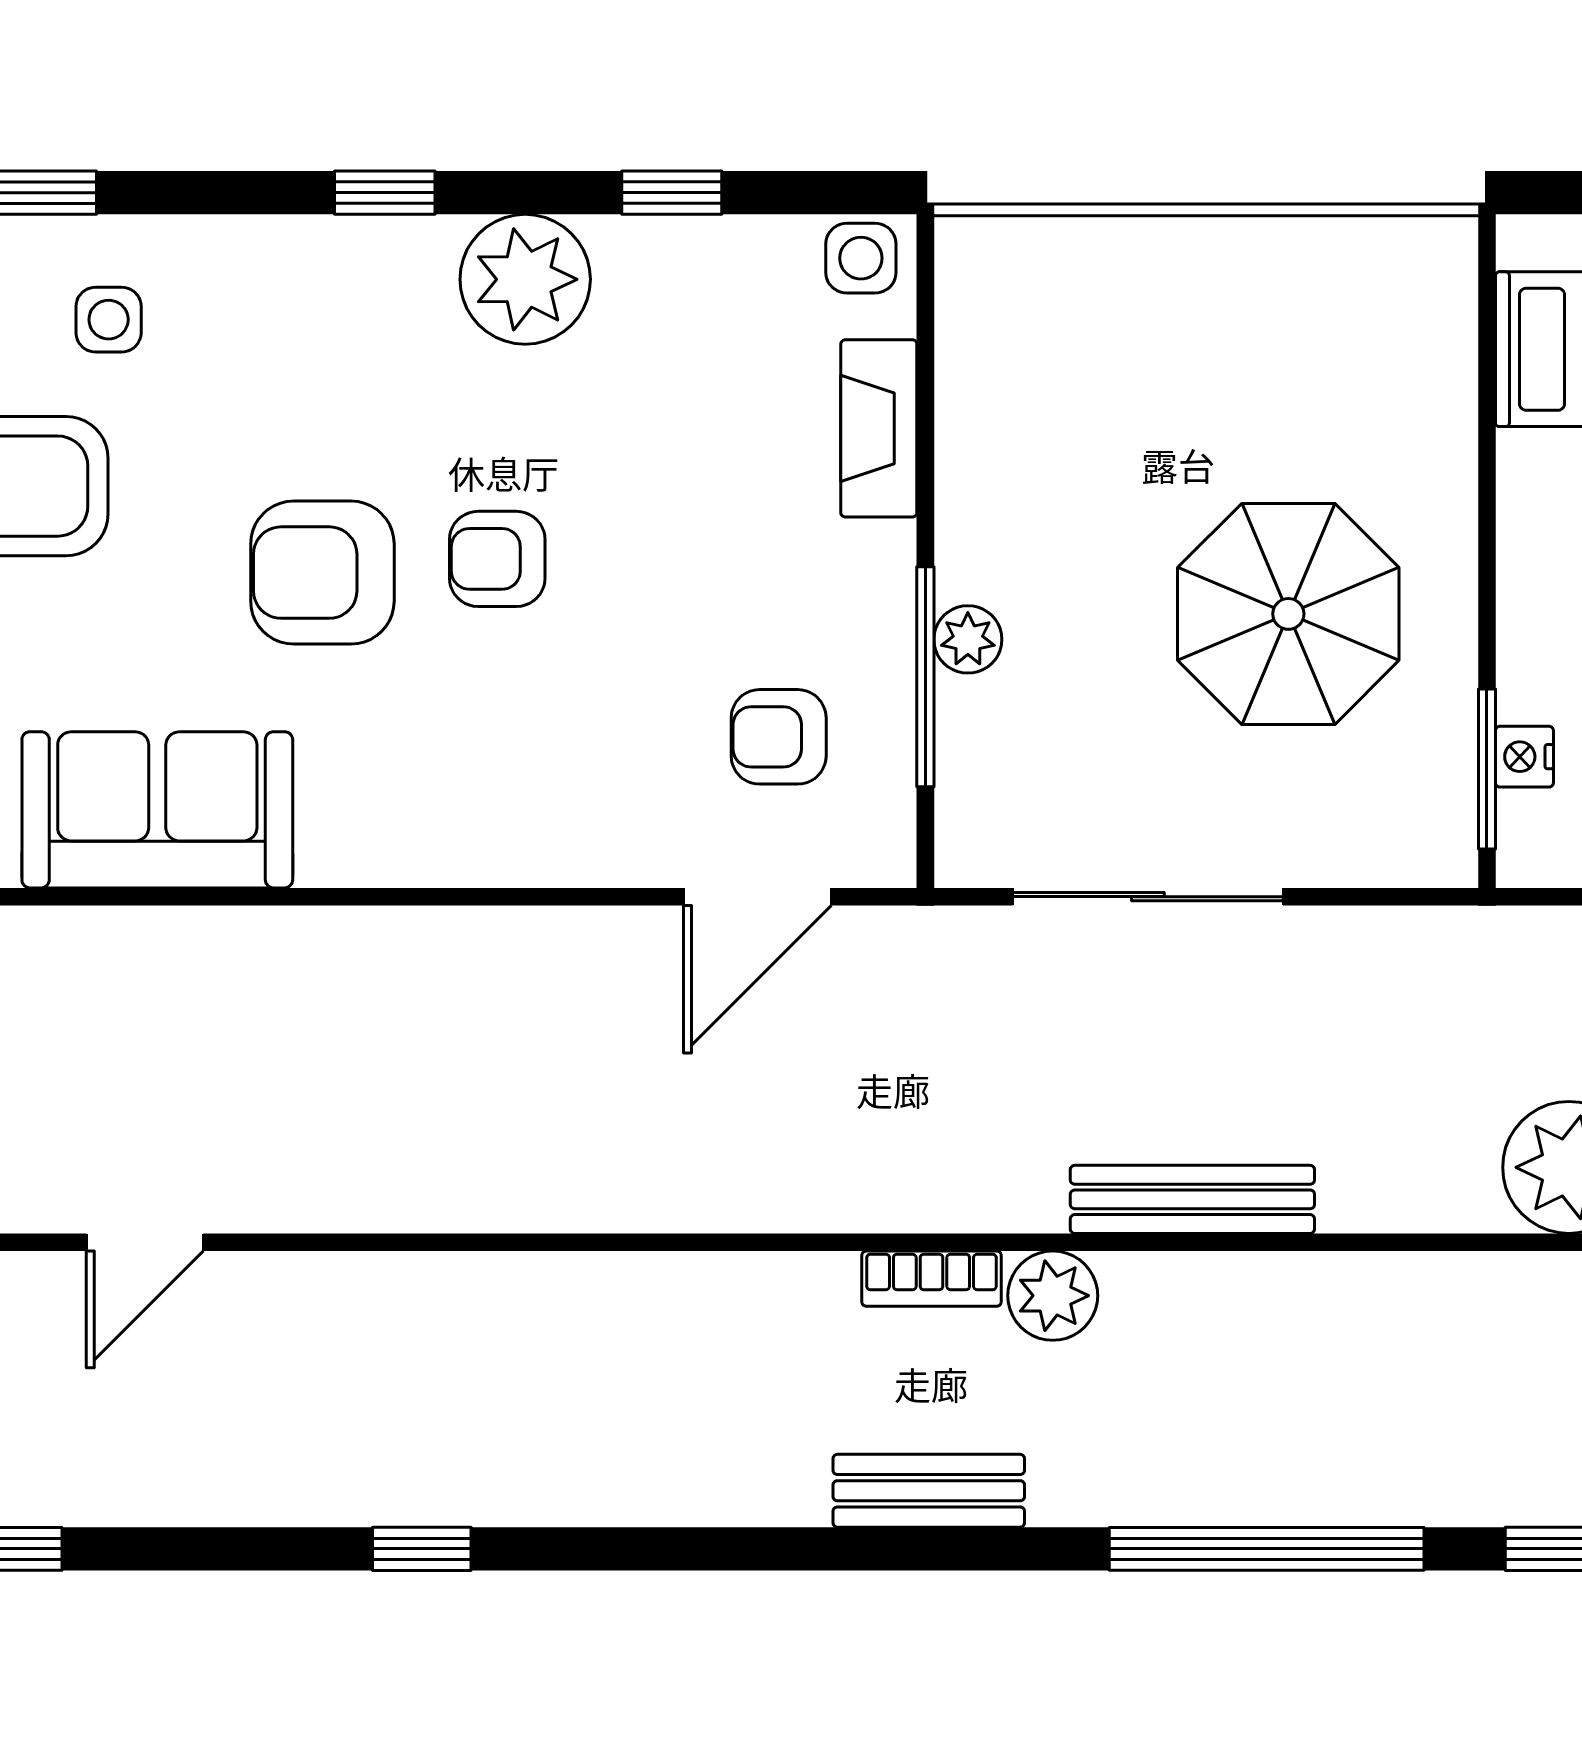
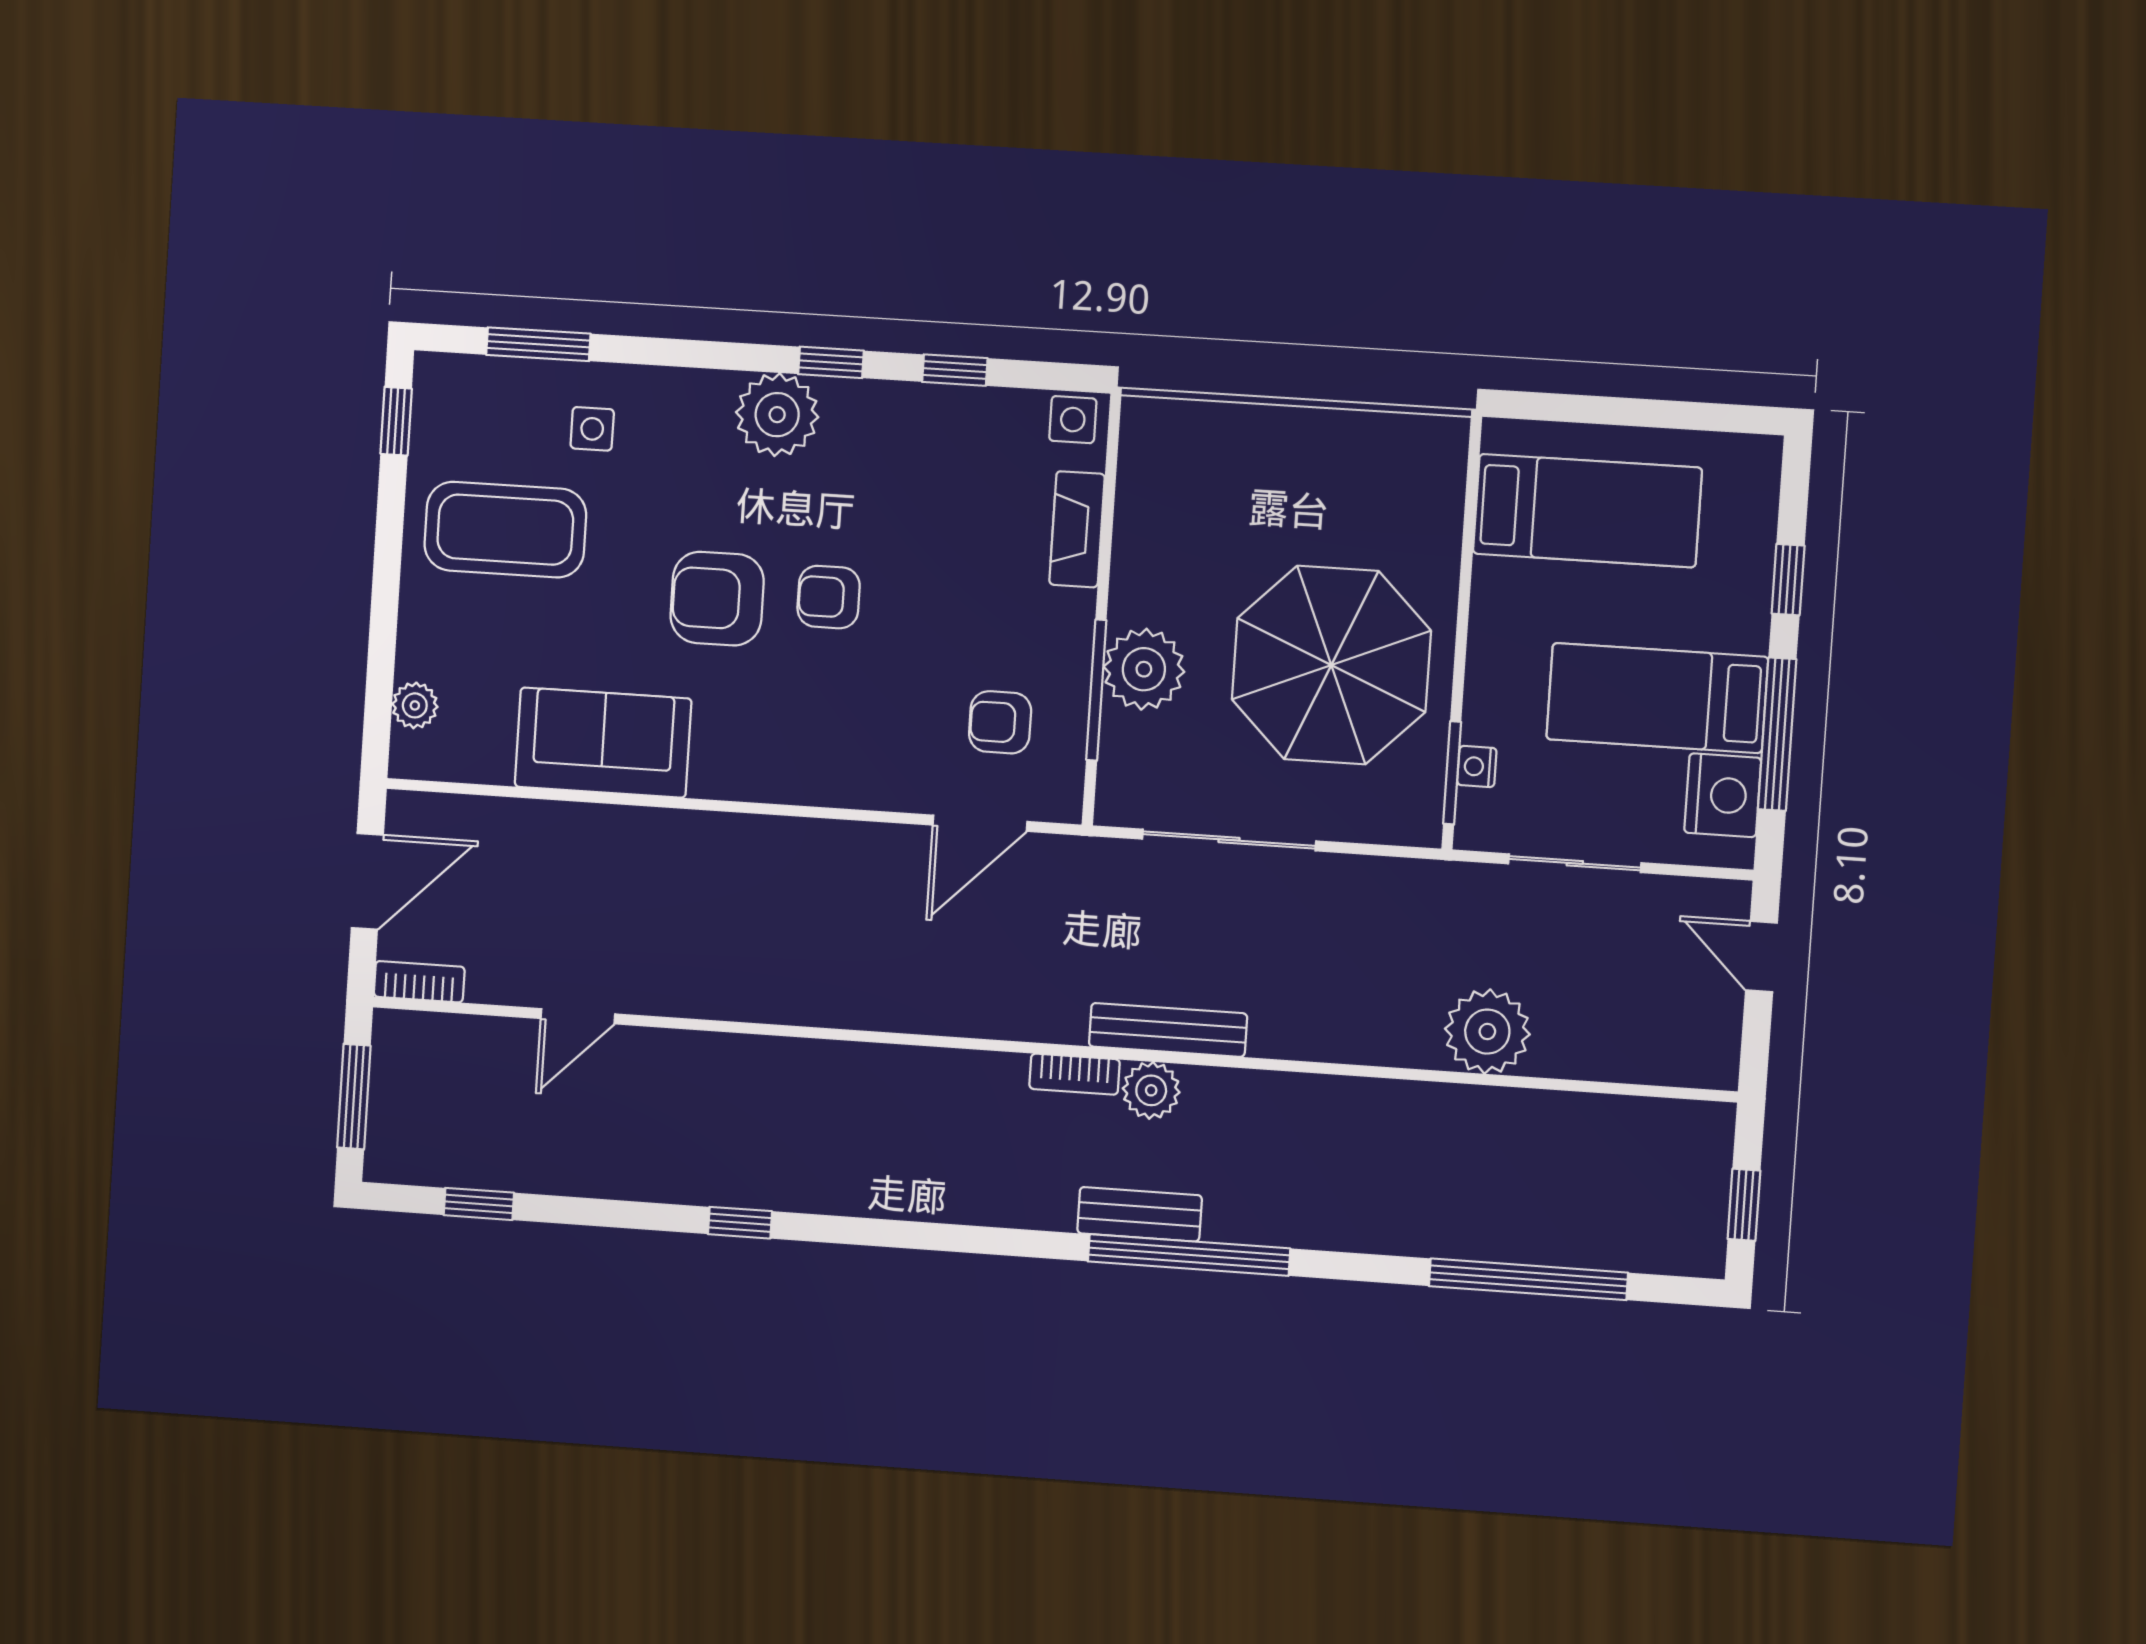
window: (385, 193) -> (831, 362), moved
plant: (525, 279) -> (777, 415), moved
parasol: (1288, 614) -> (1331, 665), width x1.36, depth x1.36
plant: (968, 639) -> (1144, 669), width x1.87, depth x1.87
bench: (1192, 1199) -> (1168, 1030), moved
bench: (929, 1491) -> (1140, 1214), moved
window: (1267, 1549) -> (1189, 1255), moved

